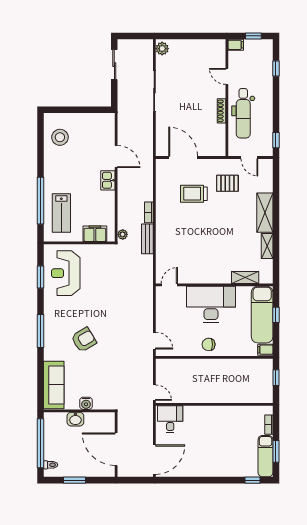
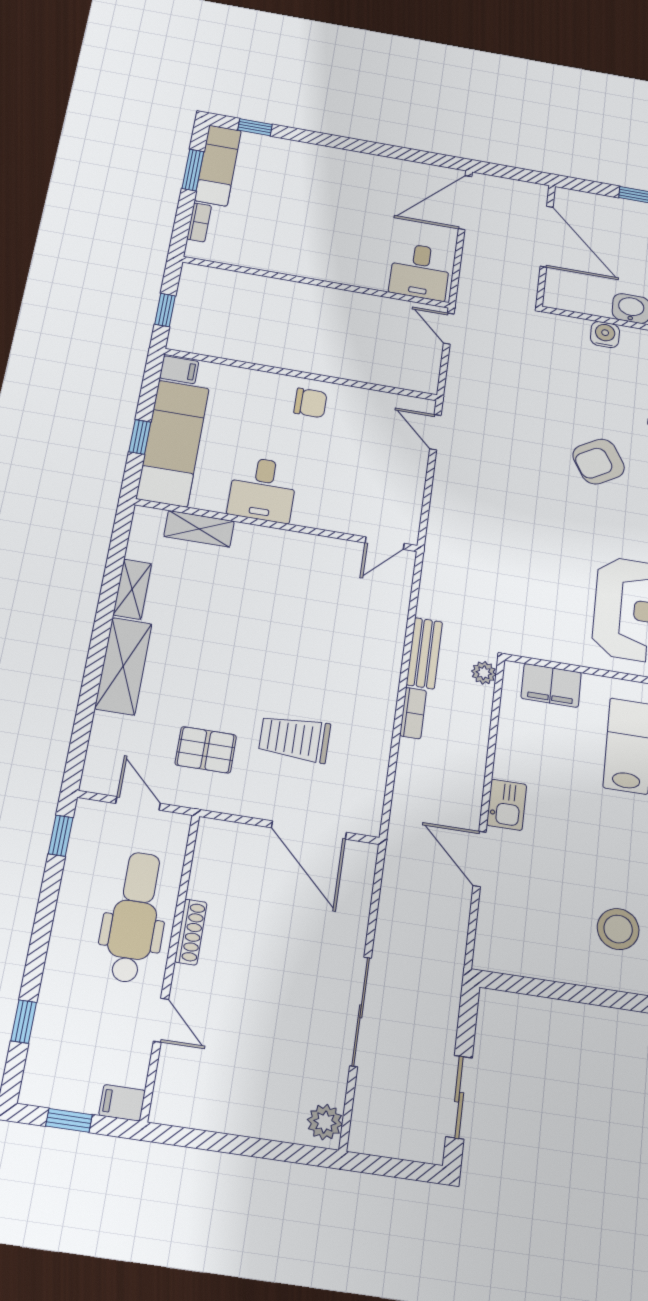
trolley: (194, 194) -> (295, 739), turned 180
desk: (211, 304) -> (263, 489), width x0.53, depth x0.77

